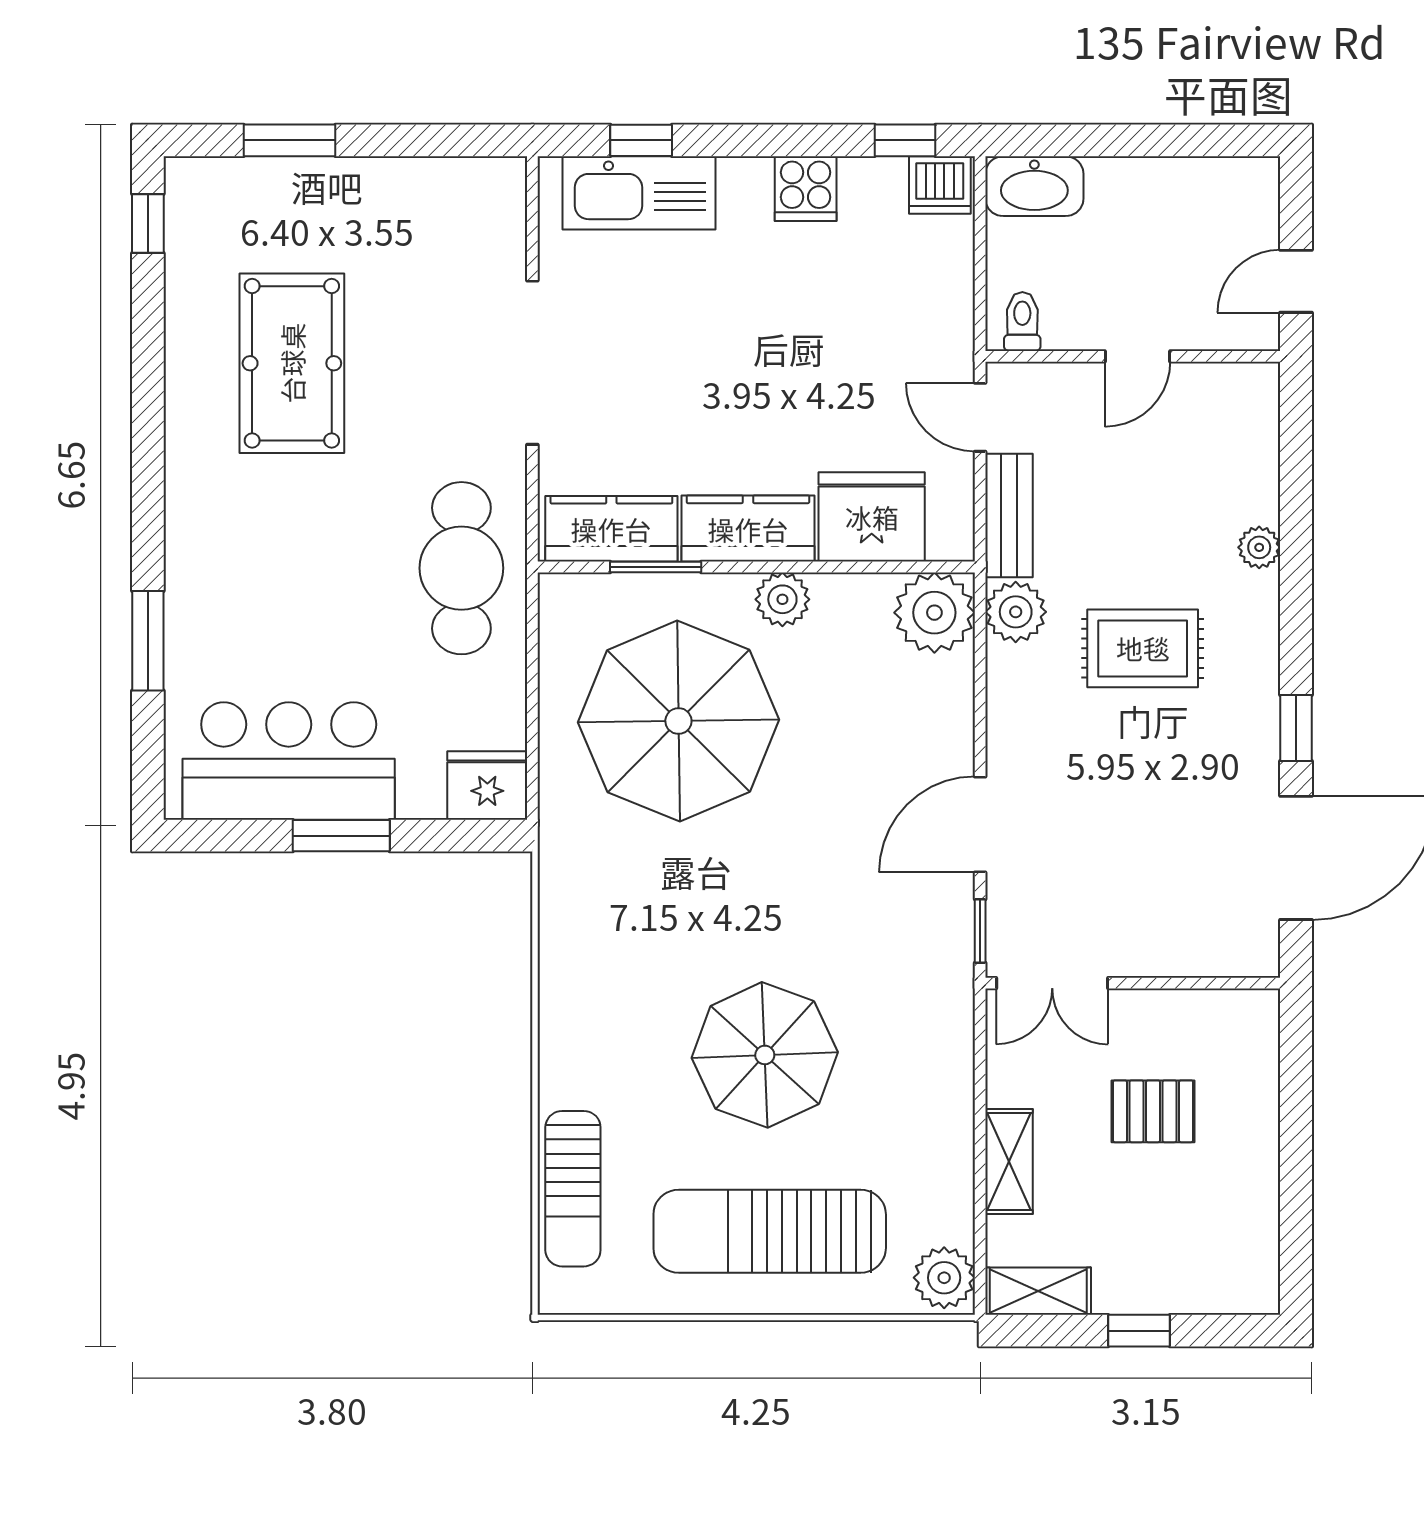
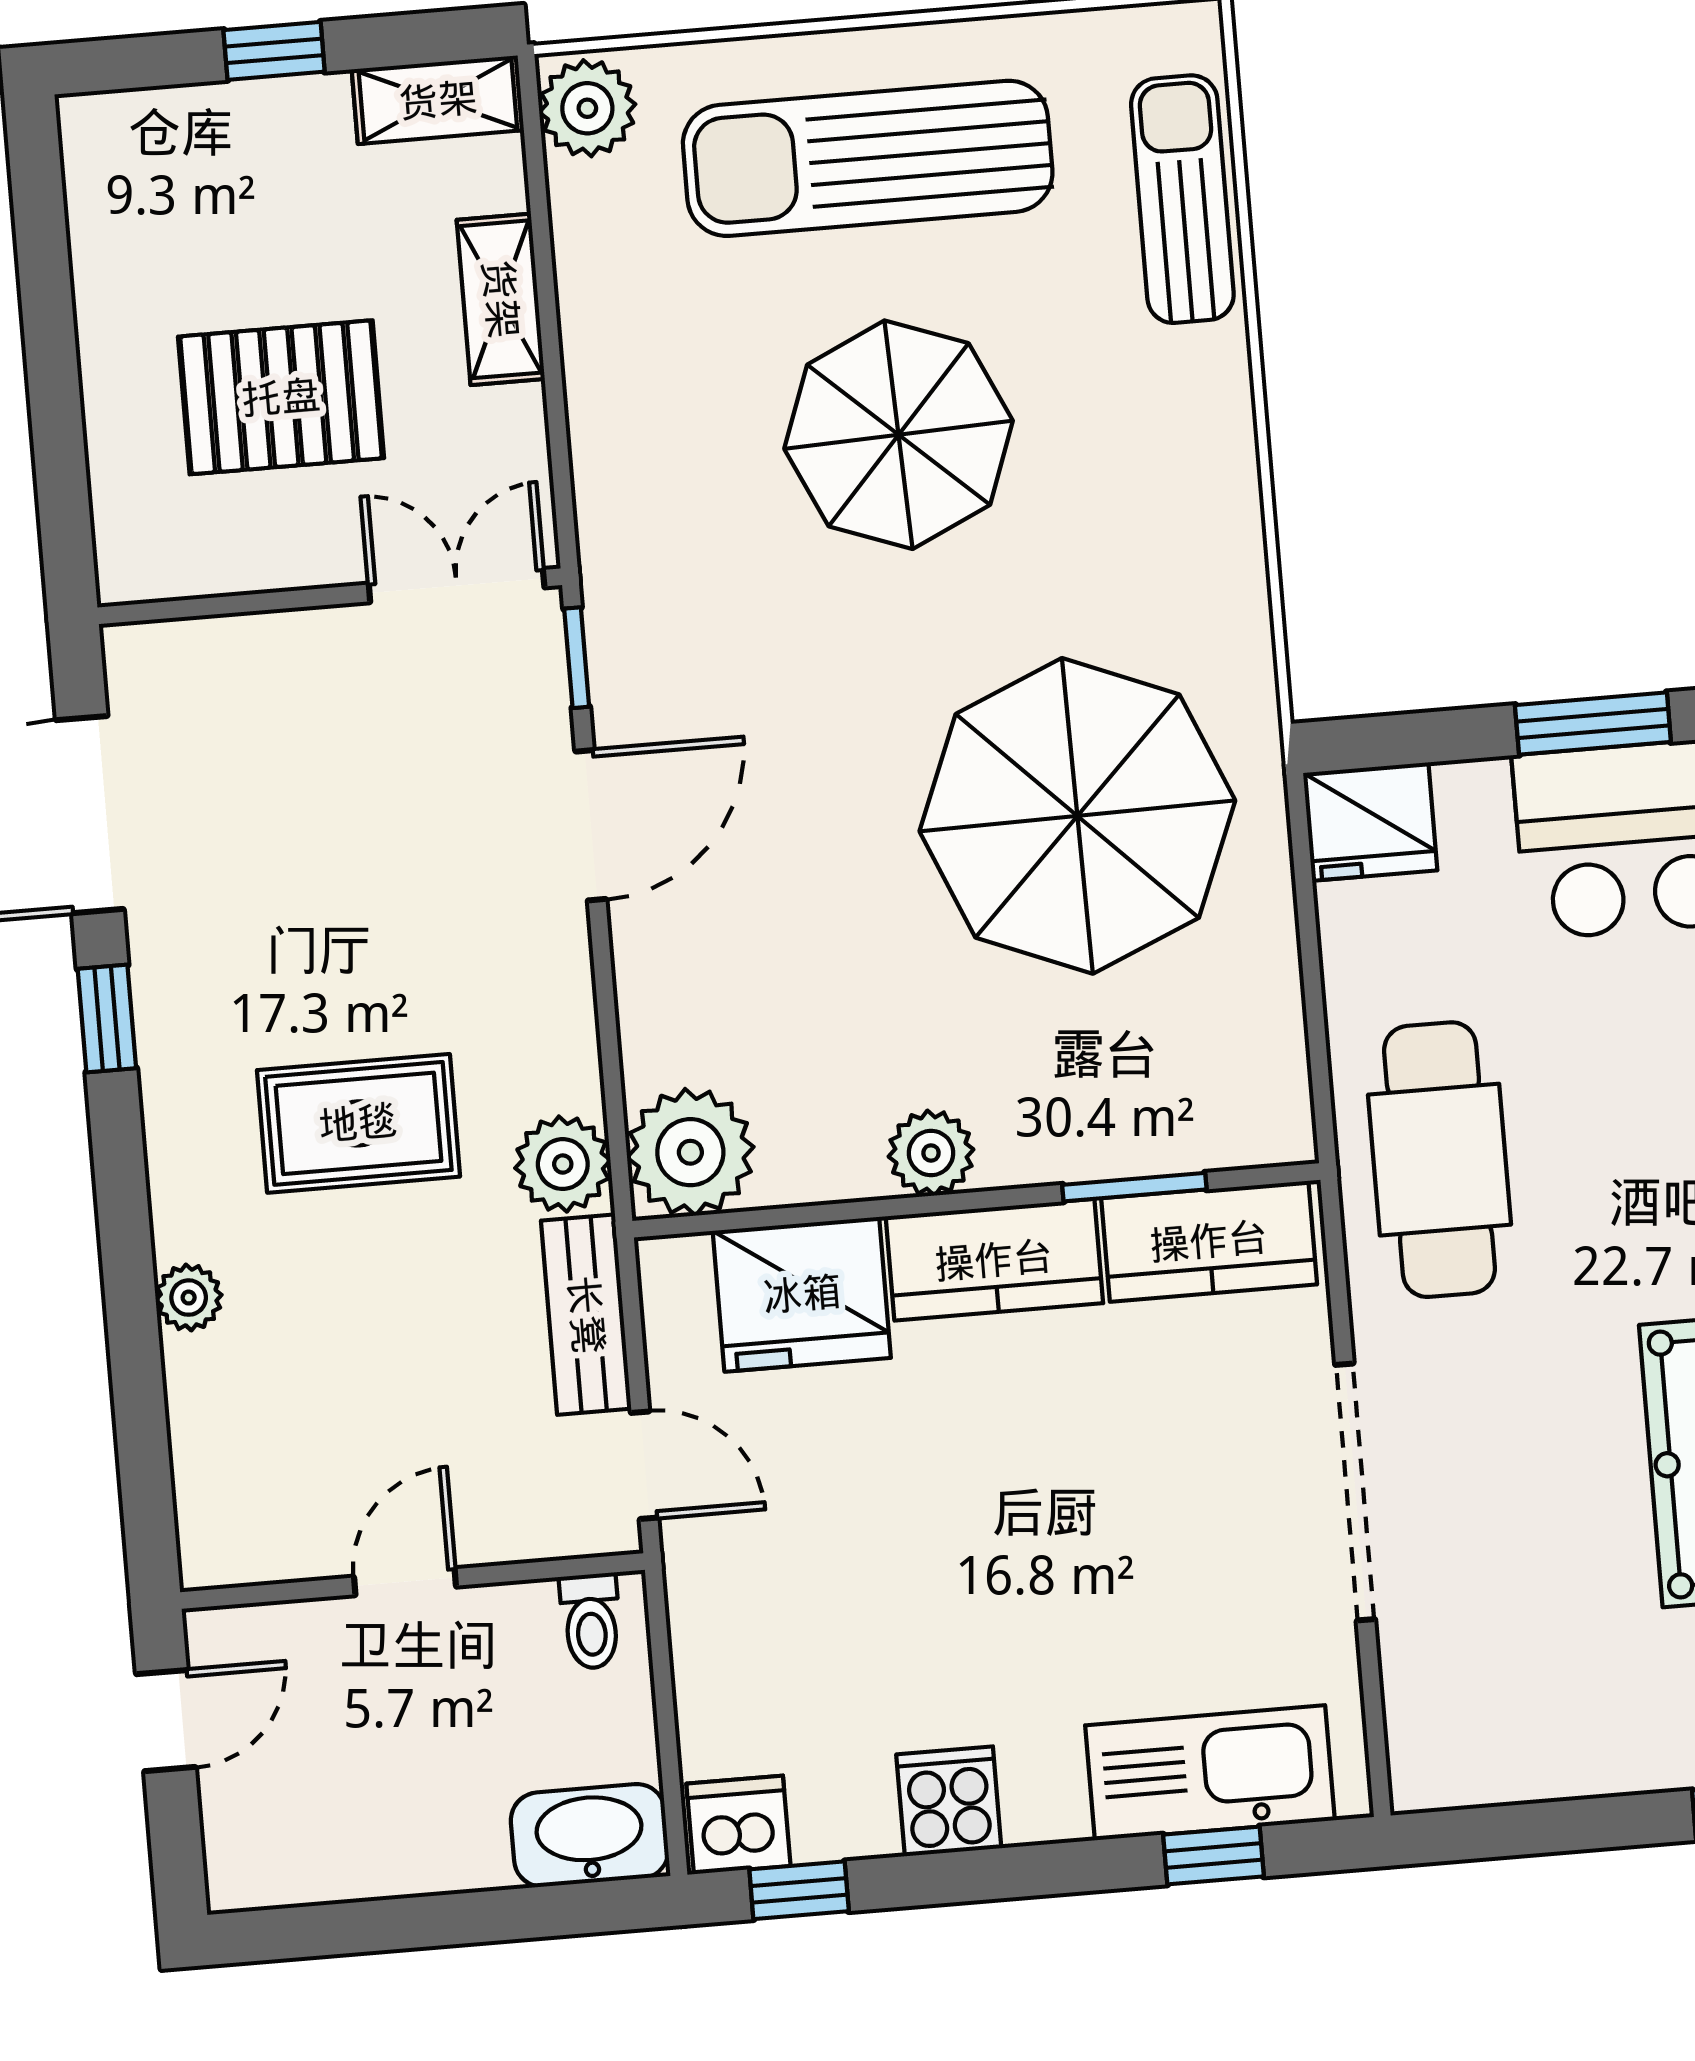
parasol: (678, 721) -> (1077, 816), moved
pallet: (1153, 1111) -> (281, 397), width x1.50, depth x1.42
sun lounger: (770, 1231) -> (868, 158), turned 180

